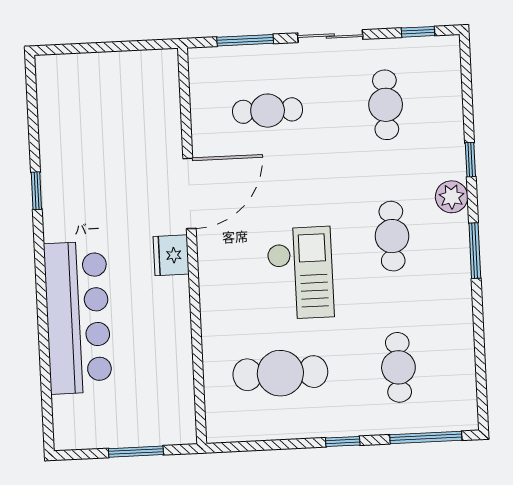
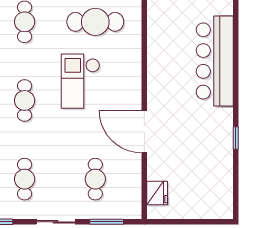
cafe table: (268, 111) -> (95, 179), turned 90
door: (190, 193) -> (144, 132), hinge flipped
fridge: (171, 255) -> (157, 193), moved

